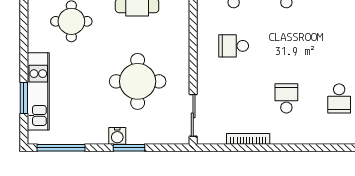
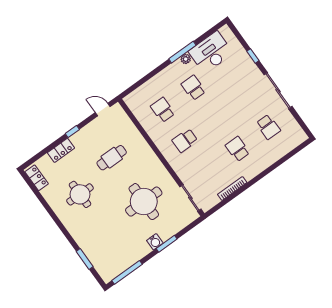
kitchen unit: (38, 91) -> (90, 249), removed

